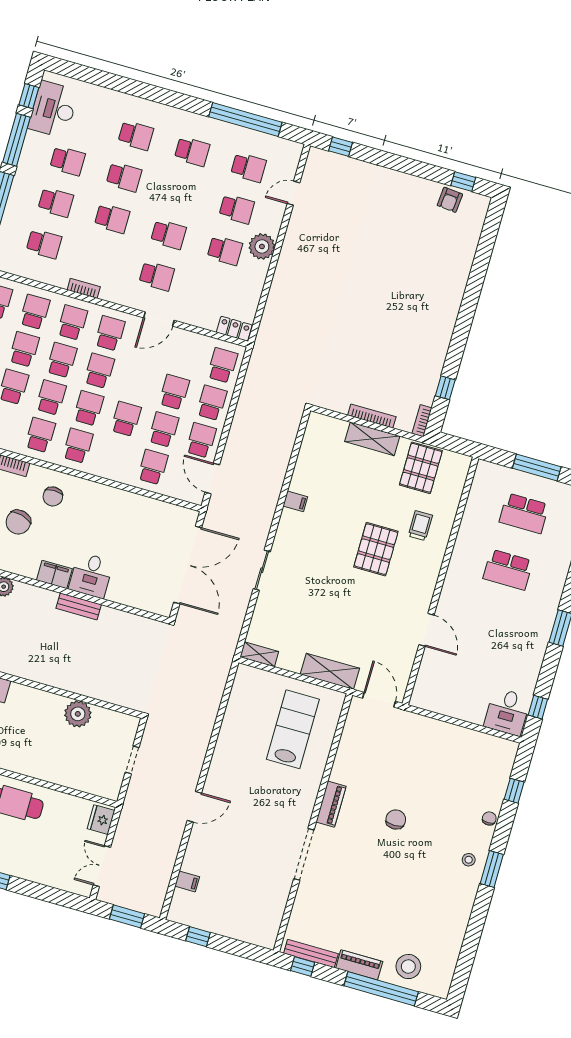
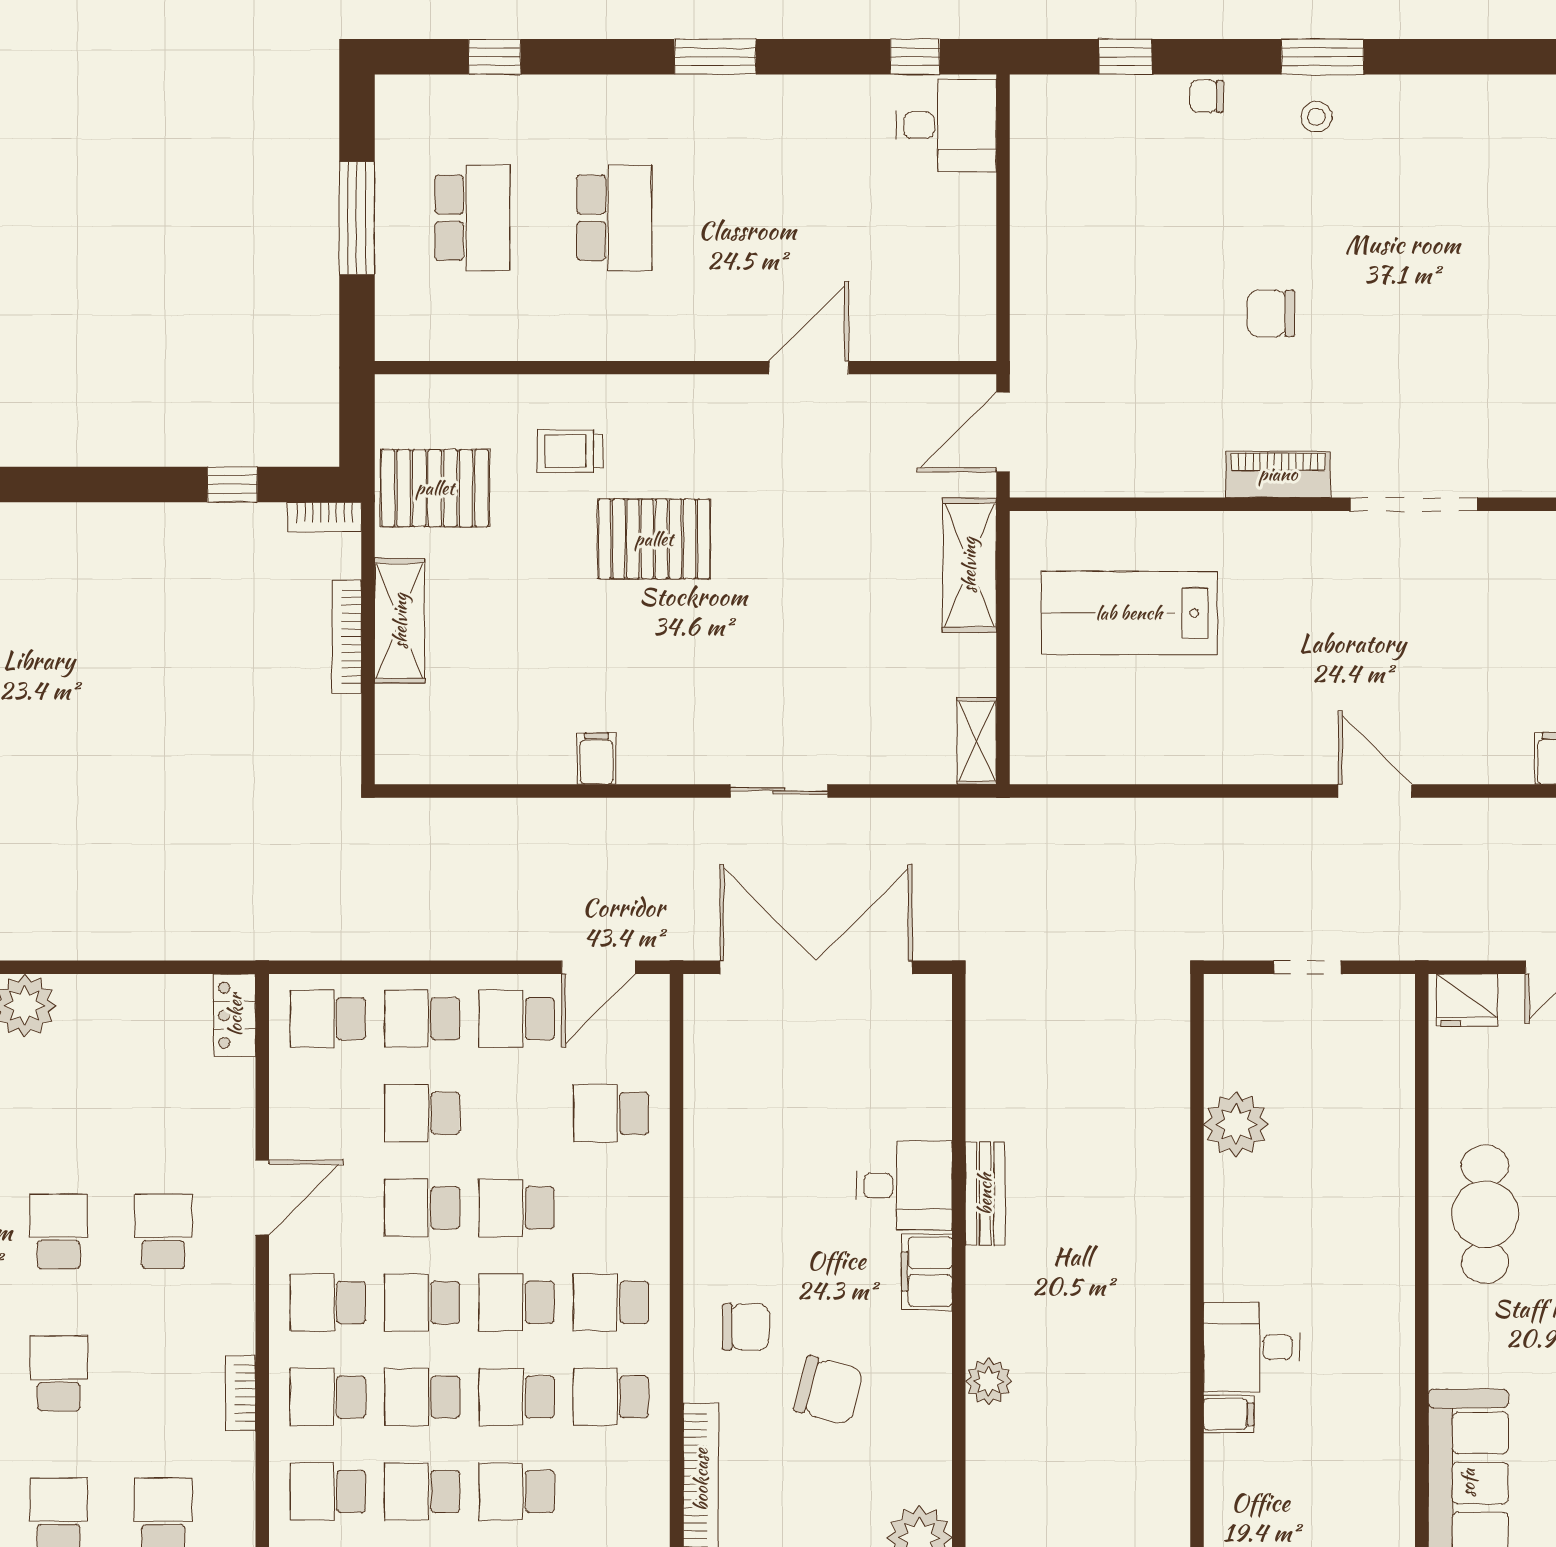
school desk: (225, 251) -> (59, 1089), removed
door: (159, 319) -> (262, 1197), hinge flipped
school desk: (164, 430) -> (422, 1208), moved

